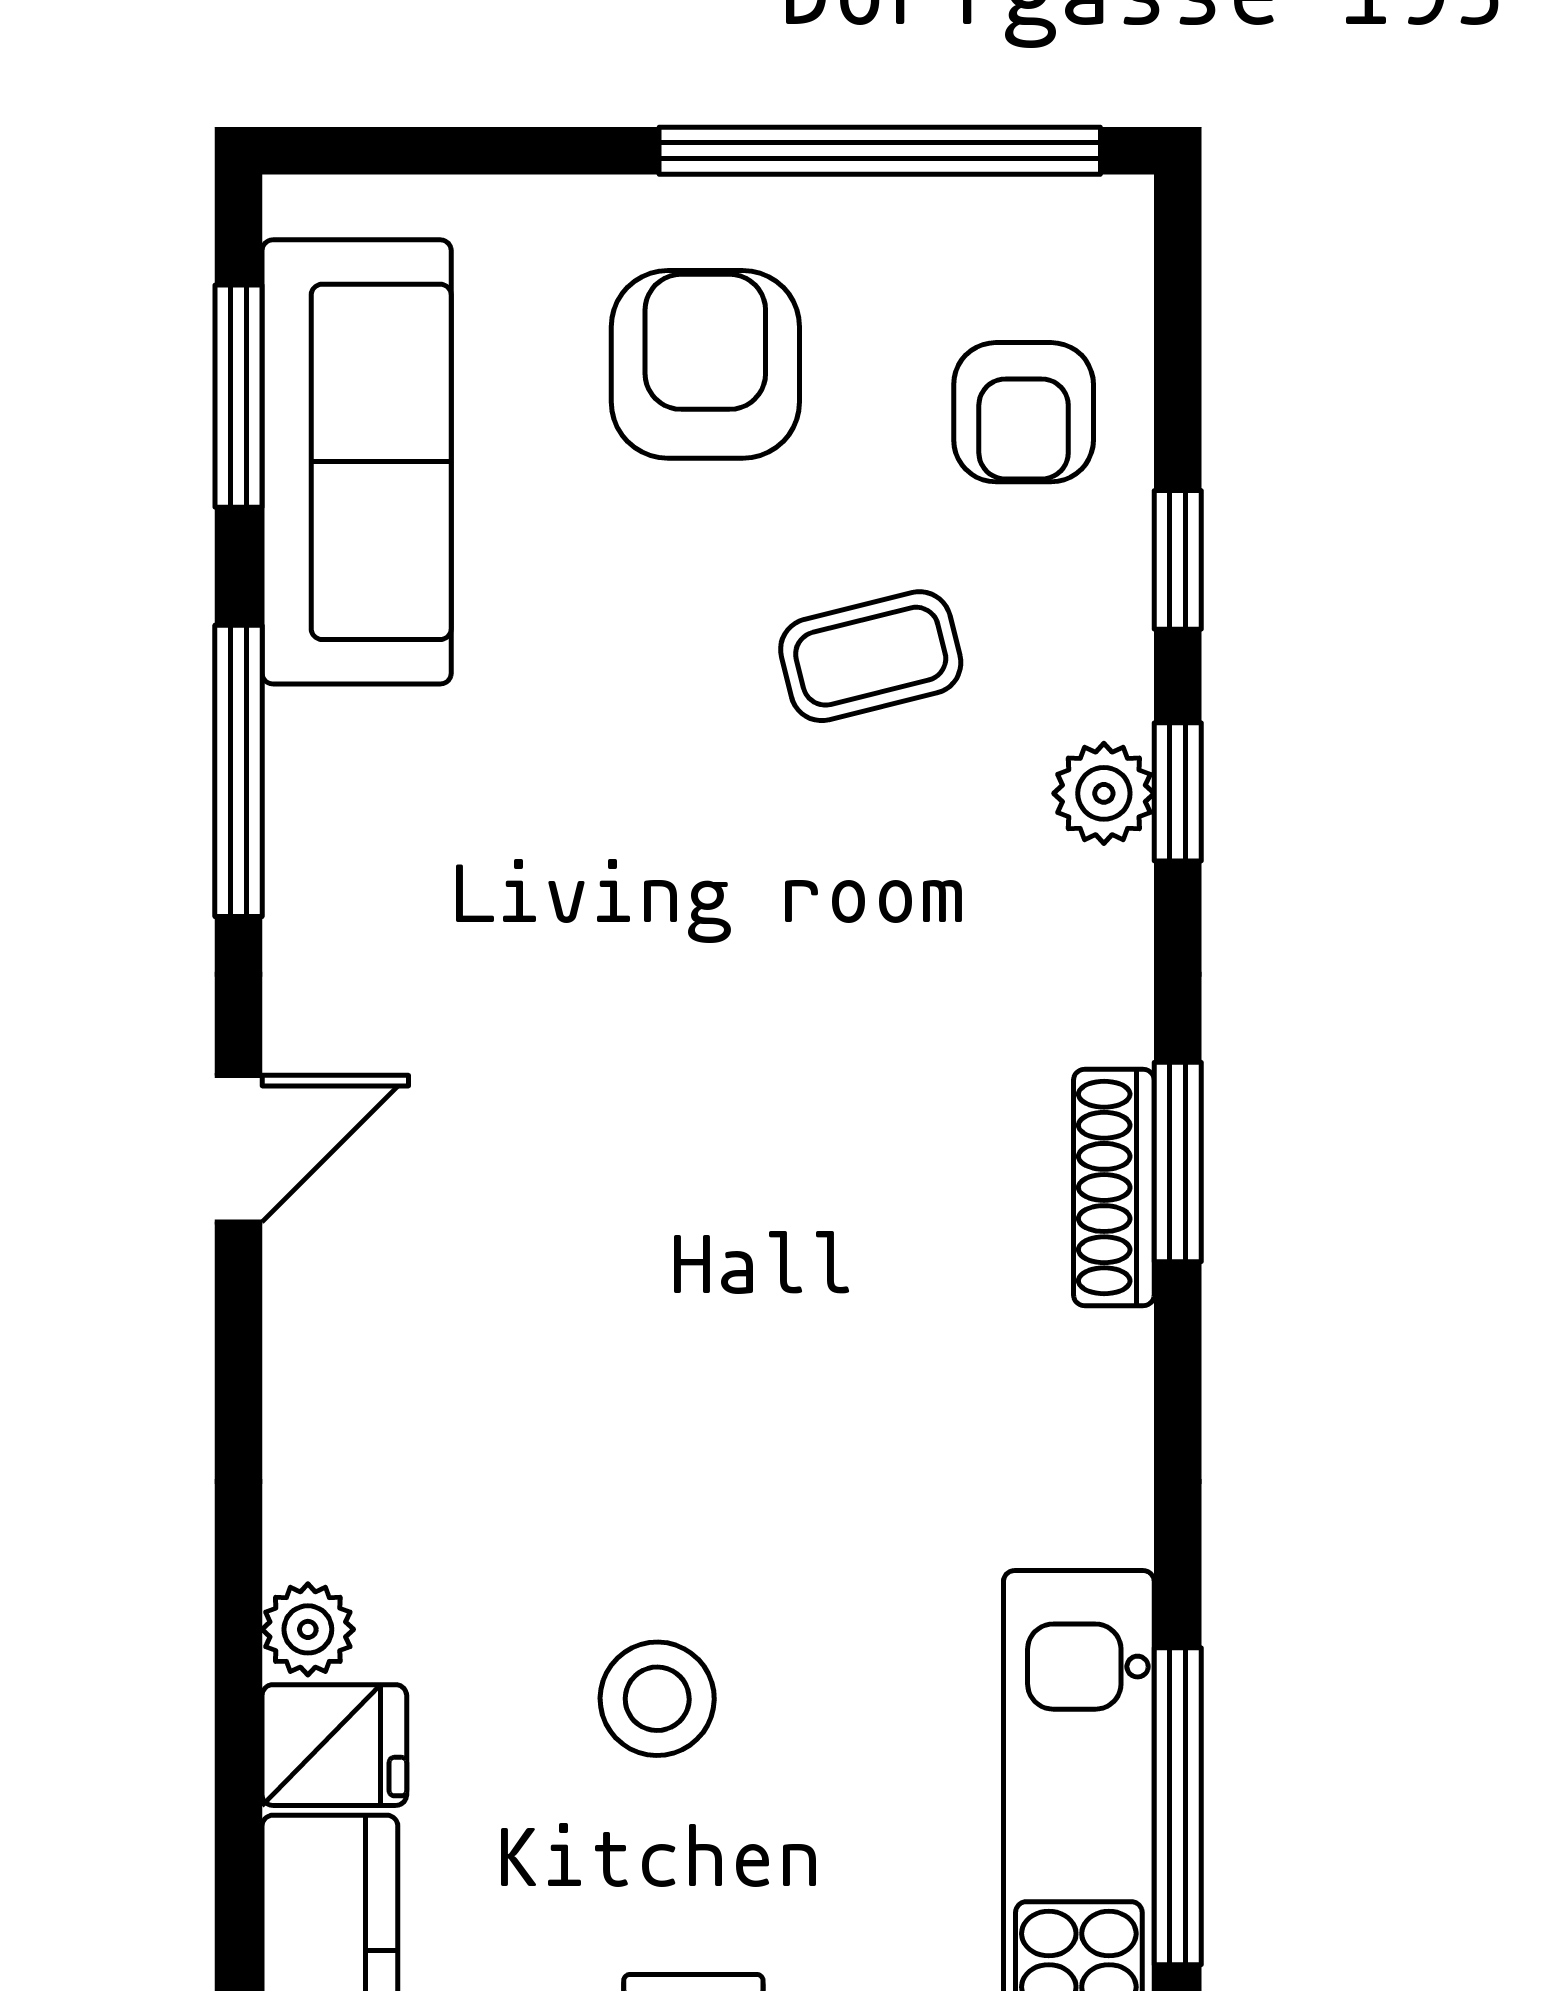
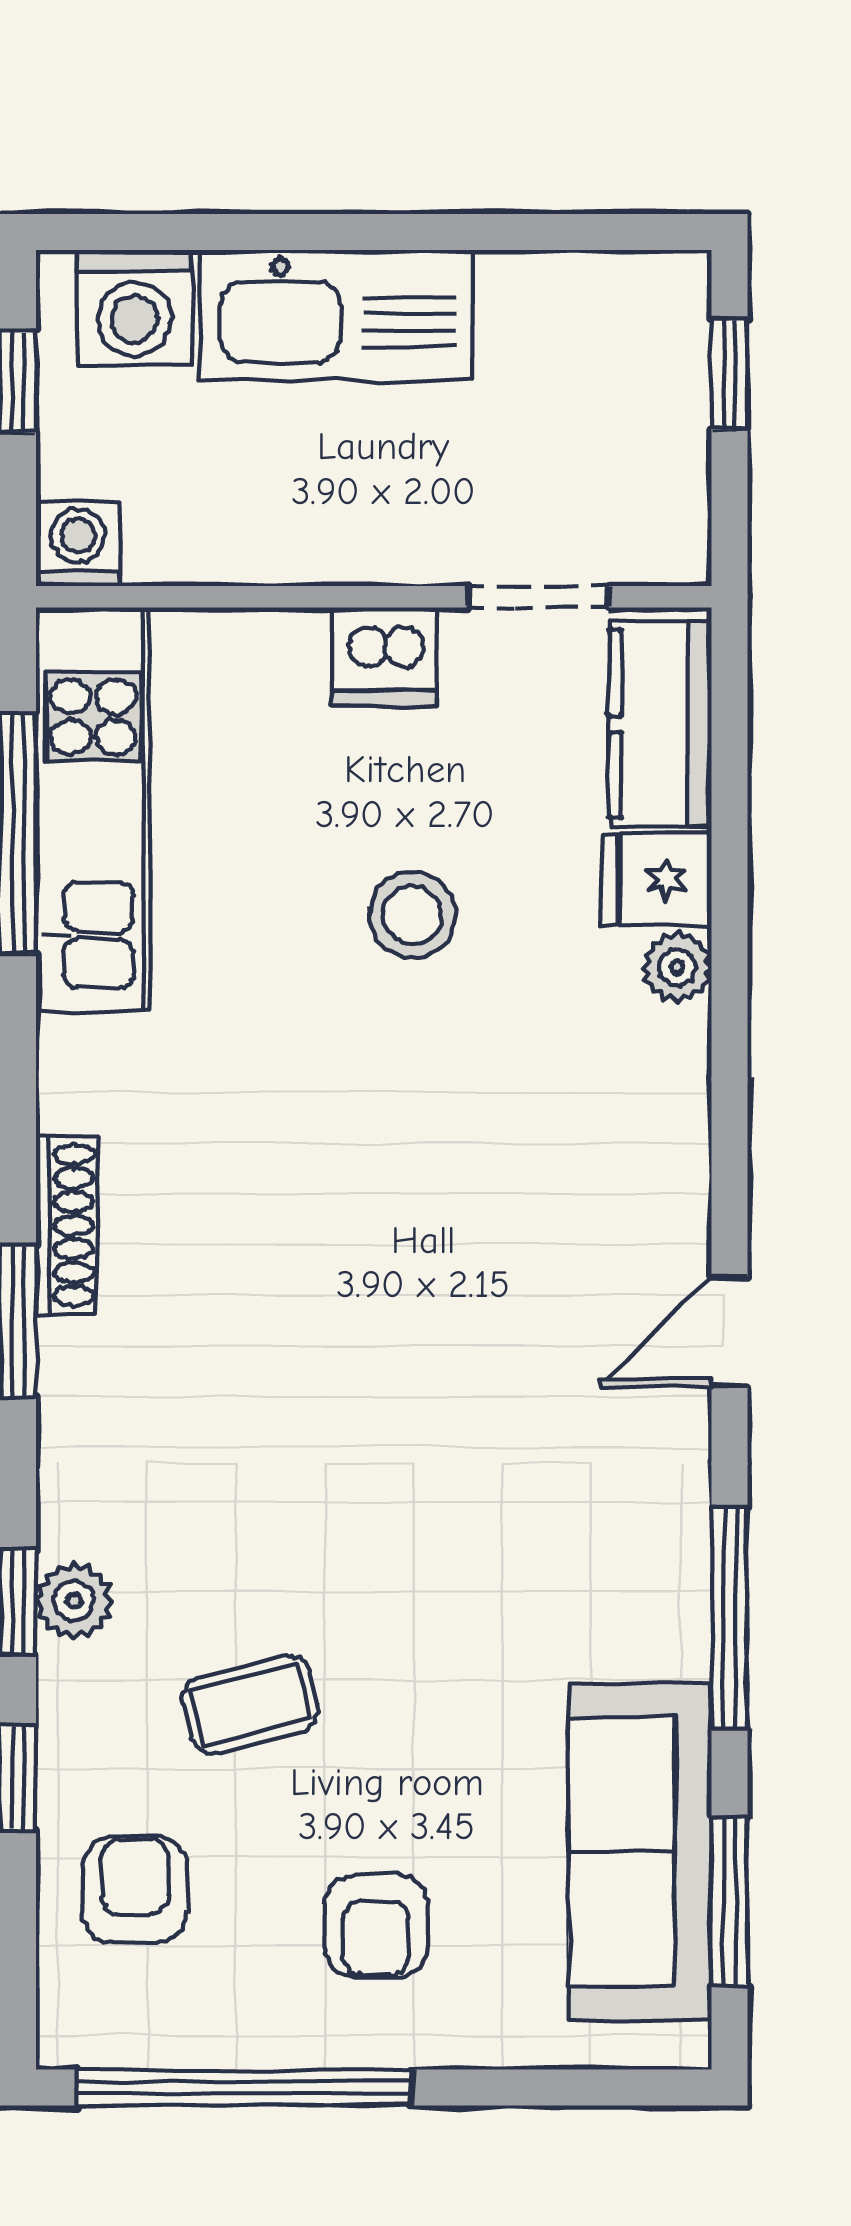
armchair: (705, 364) -> (376, 1926), width x0.72, depth x0.72
shoe rack: (1114, 1187) -> (66, 1225), moved

